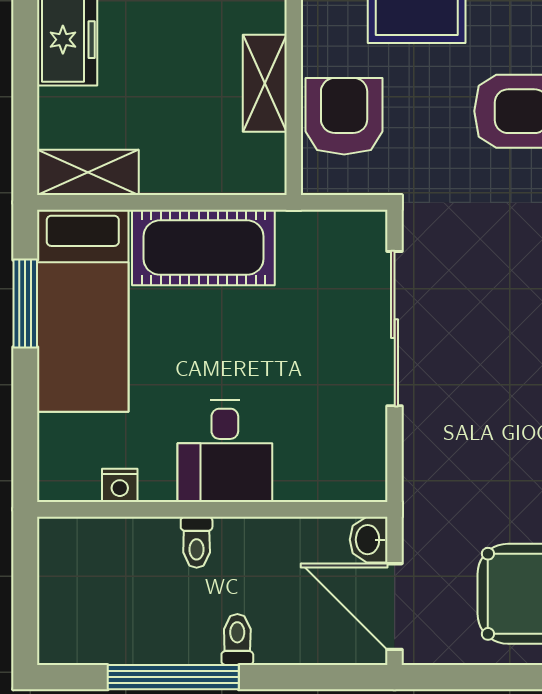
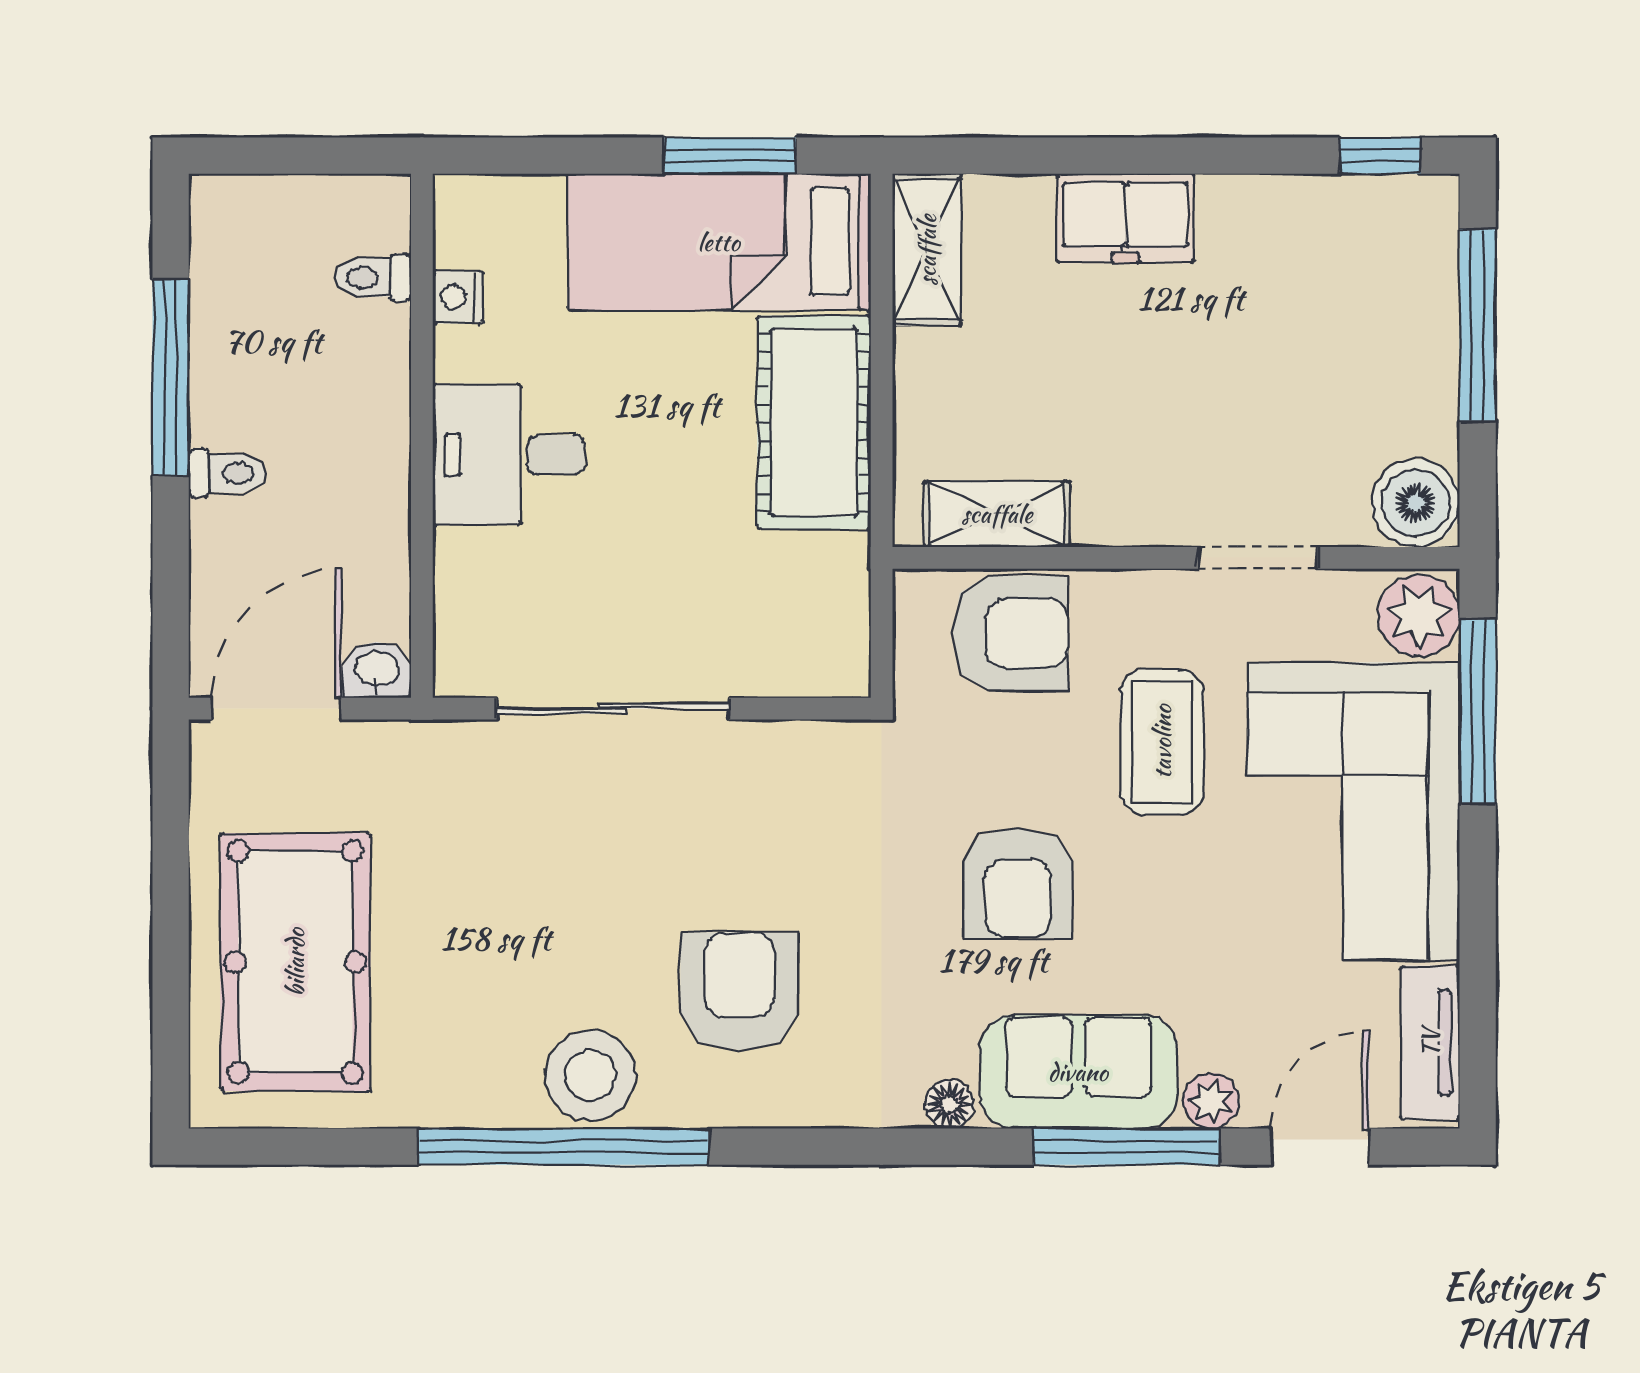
shelving: (265, 83) -> (997, 514), moved
sliding door: (395, 329) -> (613, 709), moved
toilet: (197, 542) -> (373, 277), moved

